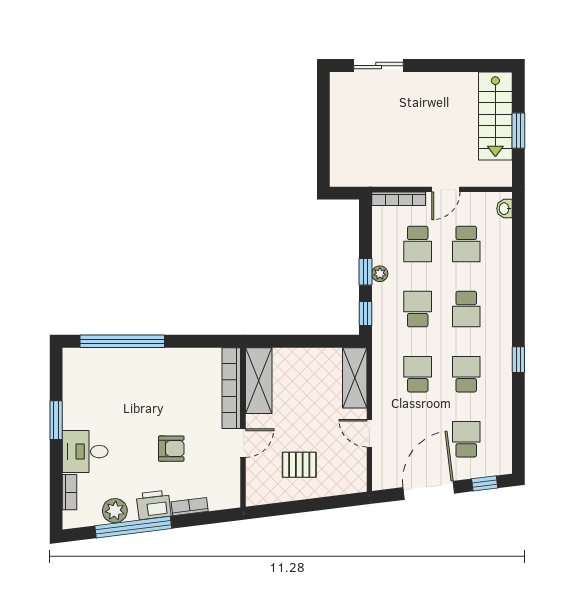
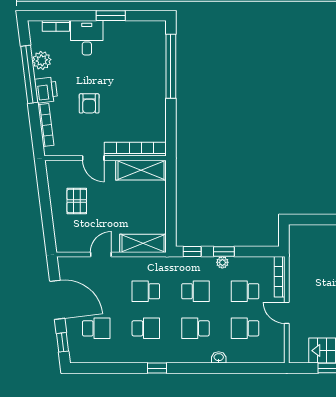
washbasin: (504, 209) -> (219, 357), moved
school desk: (418, 374) -> (146, 291), turned 180
bookcase: (190, 507) -> (46, 125), width x1.56

